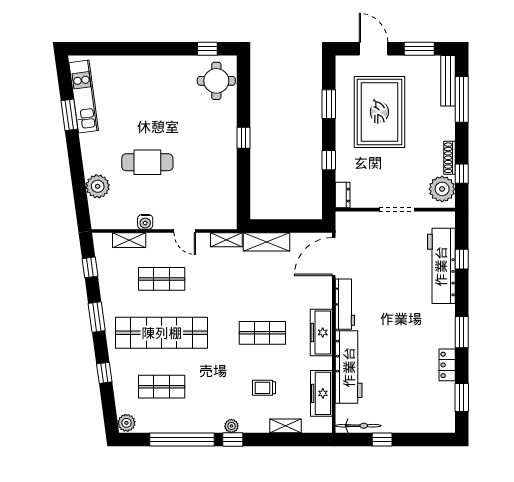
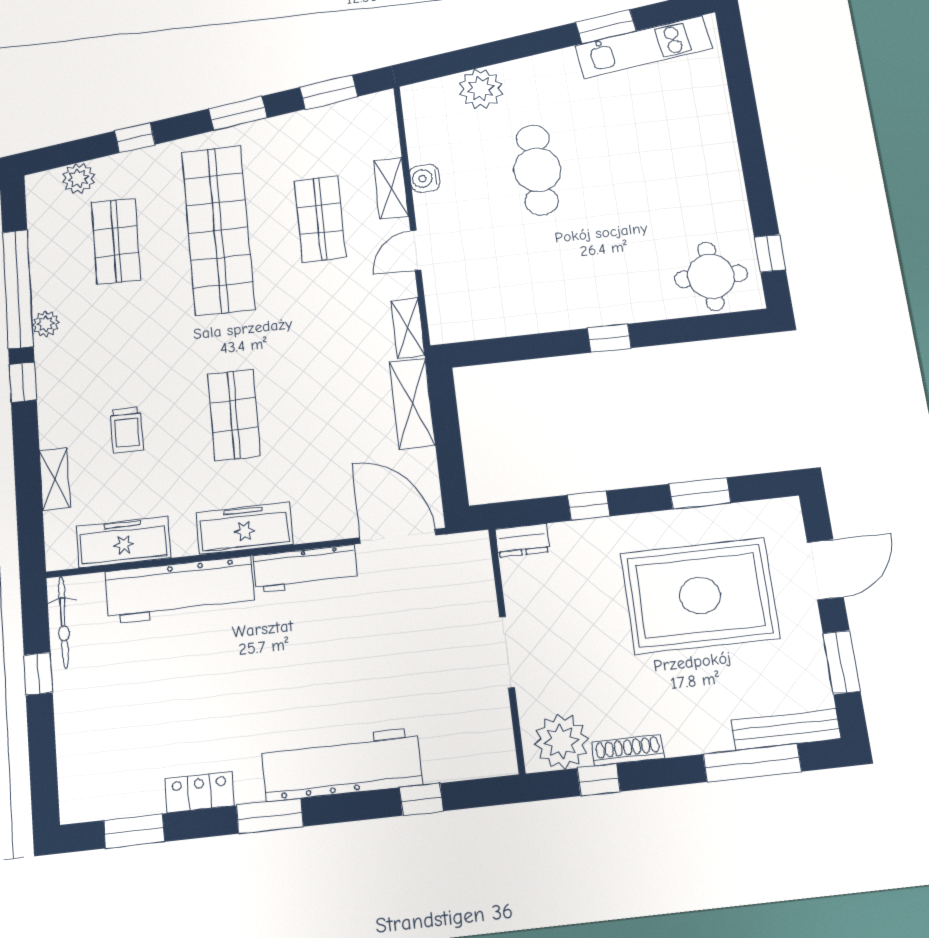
shelving: (129, 240) -> (391, 188), moved
workbench: (441, 266) -> (342, 764), moved
window: (90, 267) -> (329, 92), width x1.50
trolley: (264, 388) -> (127, 430), turned 180
plant: (126, 423) -> (78, 178), moved
plant: (231, 426) -> (46, 324), moved

